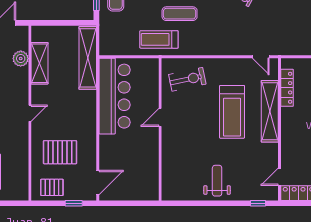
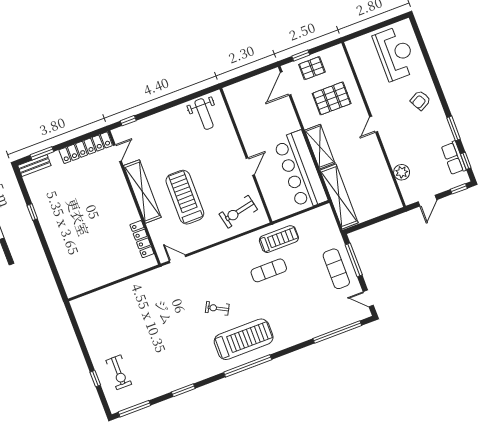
shelving: (40, 63) -> (320, 147), moved
shelving: (270, 111) -> (142, 191), moved
weight bench: (217, 181) -> (204, 114), moved
pallet: (52, 187) -> (312, 68), moved

